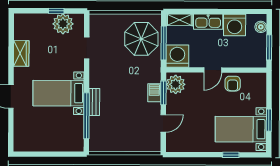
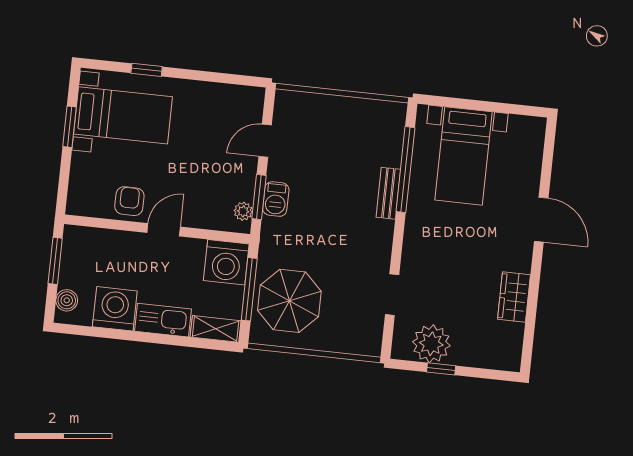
plant: (176, 84) -> (243, 211), width x0.53, depth x0.53
bed with nightstands: (59, 93) -> (464, 156), moved, turned 90

